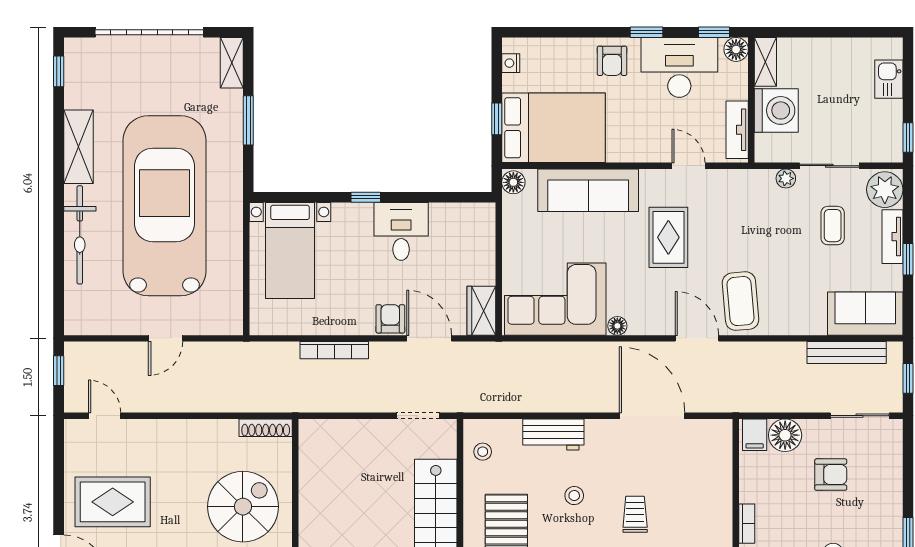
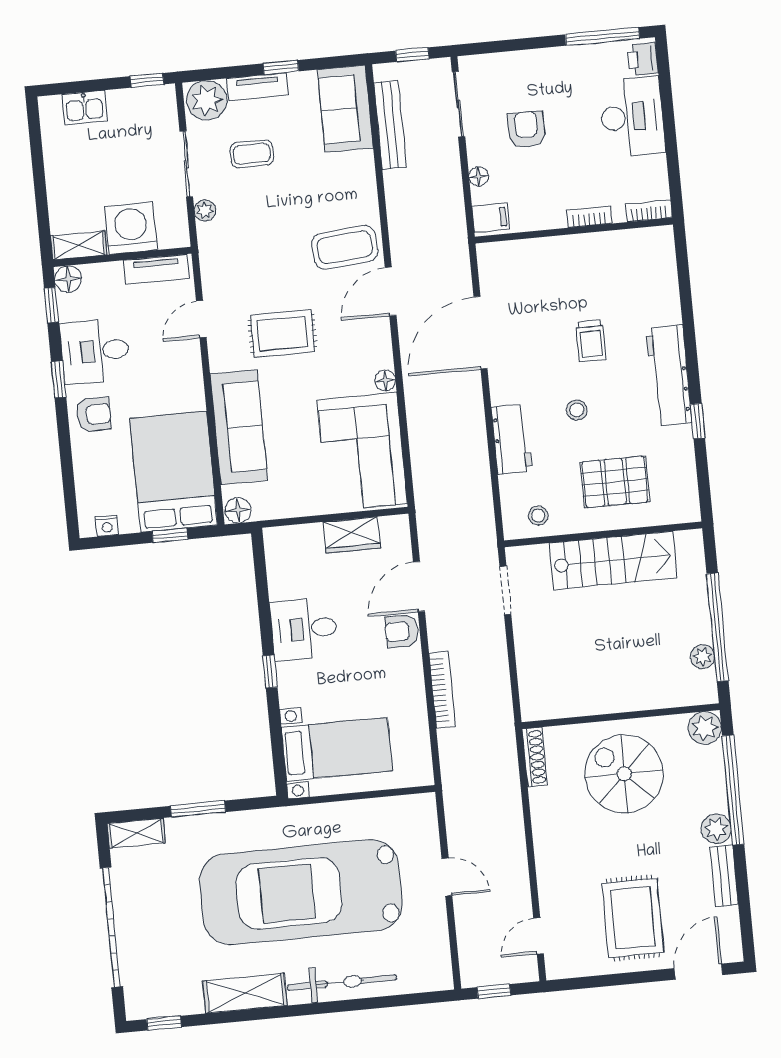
desk: (679, 67) -> (95, 351), width x0.73
wardrobe: (481, 311) -> (352, 535), moved
floor lamp: (785, 435) -> (479, 176), width x0.53, depth x0.53
trolley: (635, 514) -> (591, 341), turned -90

